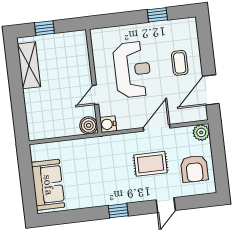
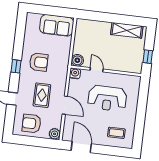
window: (157, 15) -> (140, 124), removed
window: (44, 28) -> (148, 57), moved
coffee table: (180, 63) -> (116, 133), moved
armchair: (104, 180) -> (39, 62), added
sofa: (48, 185) -> (57, 25), moved

